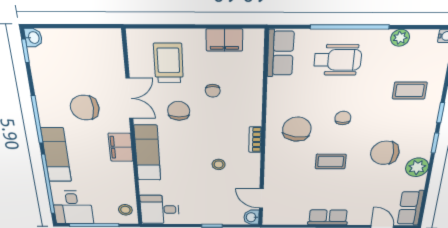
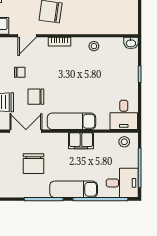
filing cabinet: (121, 147) -> (81, 141), moved
stool: (219, 164) -> (94, 46), moved
door: (261, 198) -> (27, 36), moved

